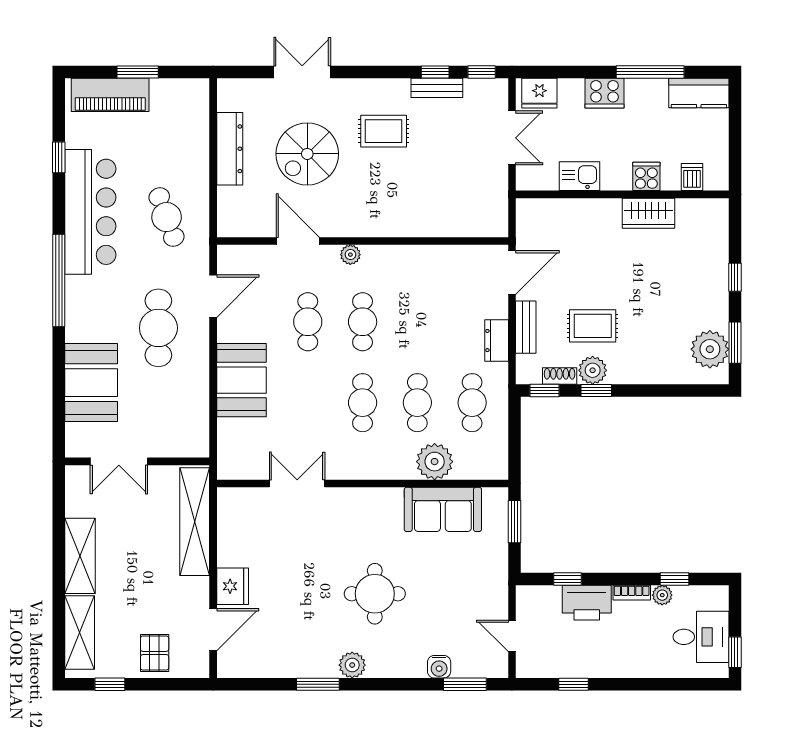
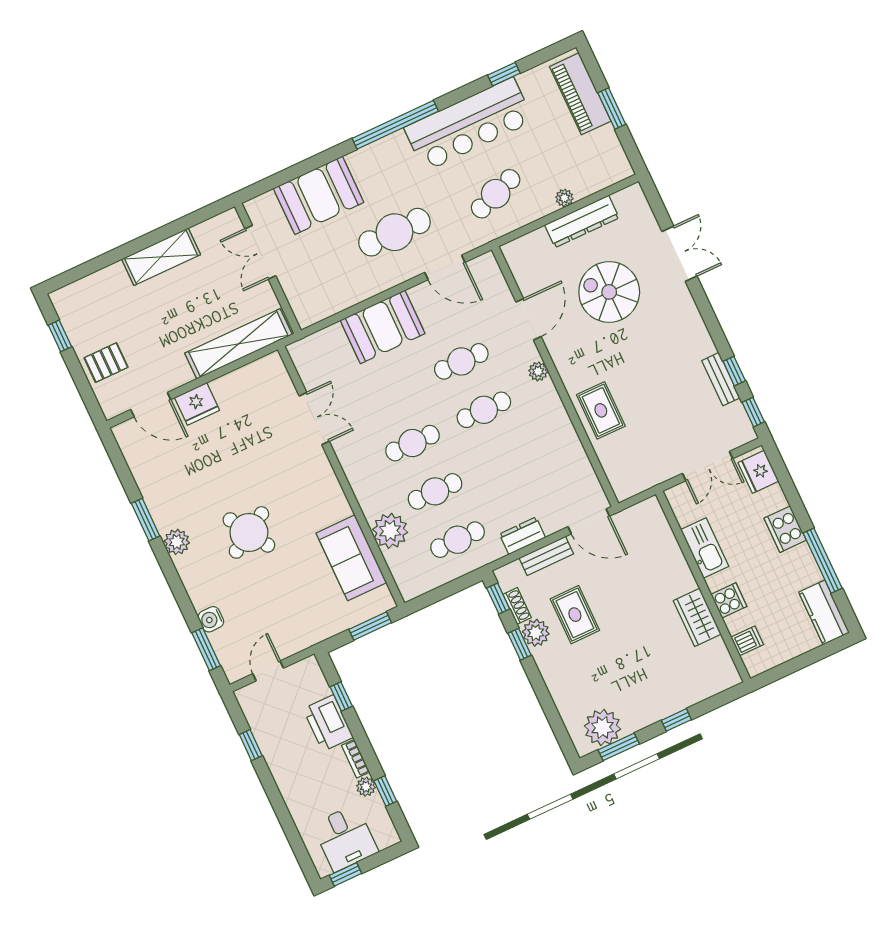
rug: (384, 131) -> (601, 410), moved
plant: (200, 155) -> (564, 198), added
kitchen sink: (579, 176) -> (705, 548), width x1.38
round table: (375, 594) -> (249, 532), turned -31
shelving: (80, 632) -> (93, 288), removed

